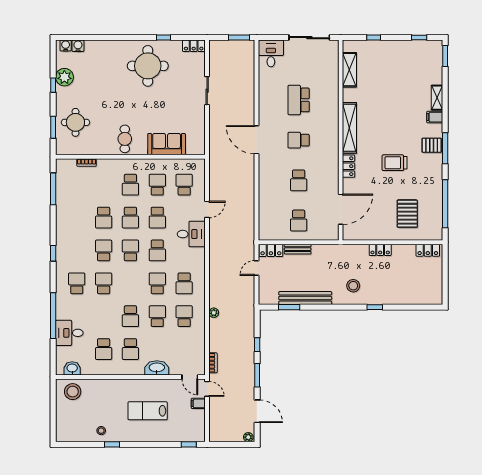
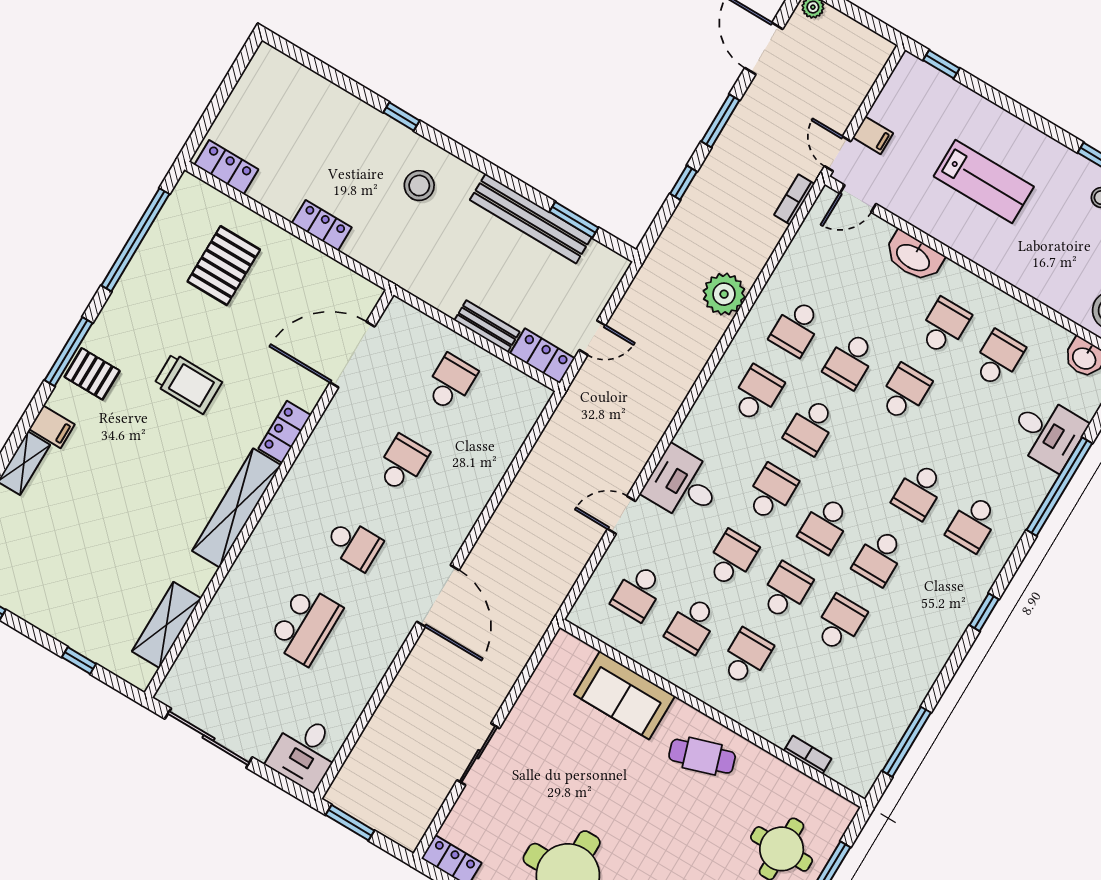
cafe table: (125, 139) -> (702, 756), turned 72
plant: (214, 313) -> (724, 294), width x1.88, depth x1.88
door: (190, 377) -> (858, 199), swing flipped

